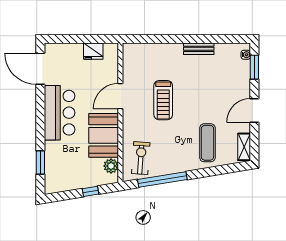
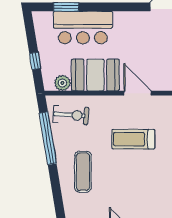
bar counter: (60, 113) -> (83, 28), moved
exercise mat: (207, 143) -> (83, 172), moved, turned 90

